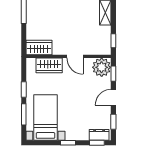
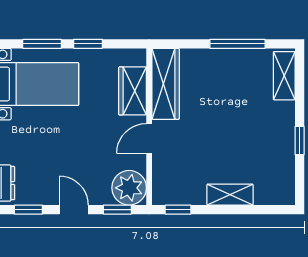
wardrobe: (39, 48) -> (166, 84), width x1.50

